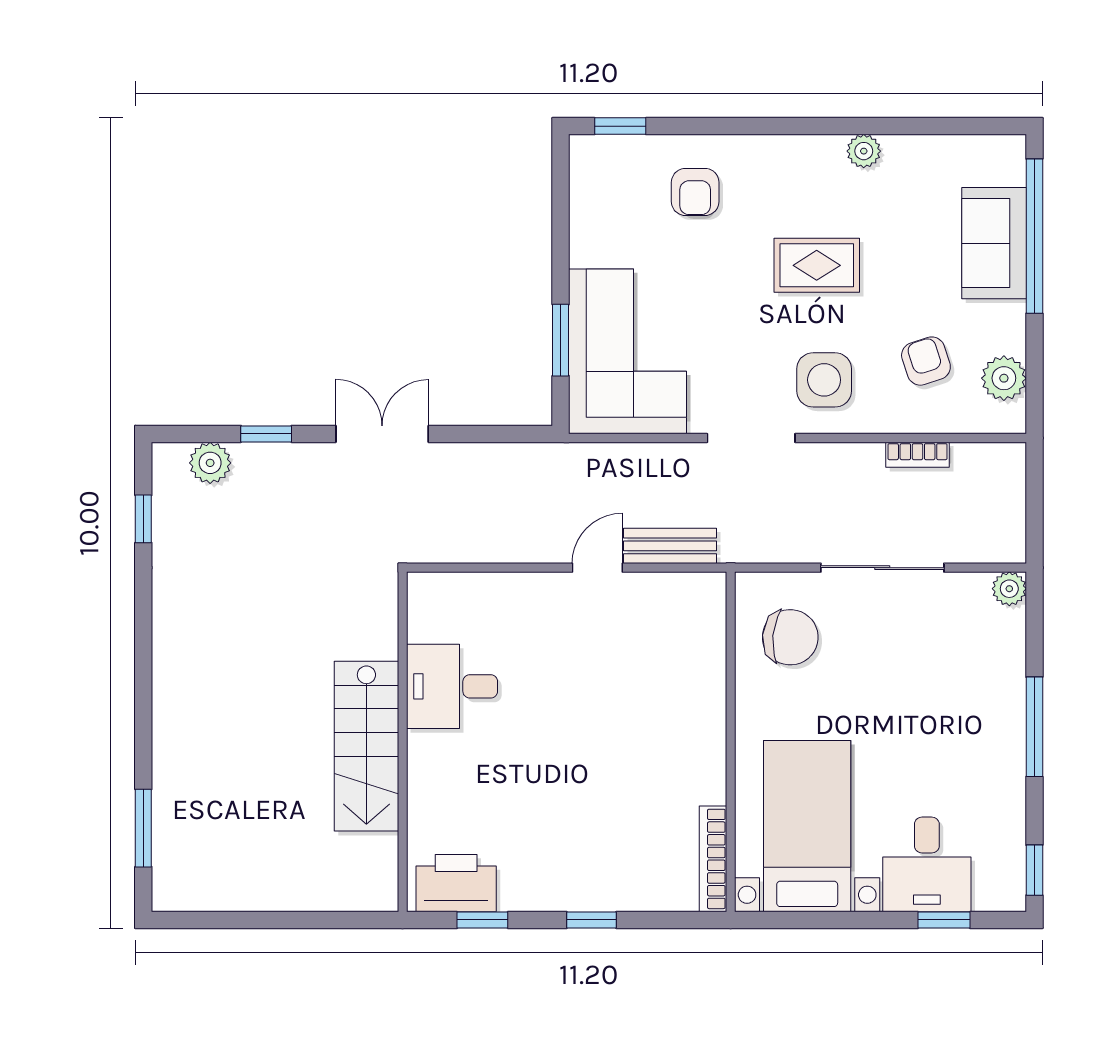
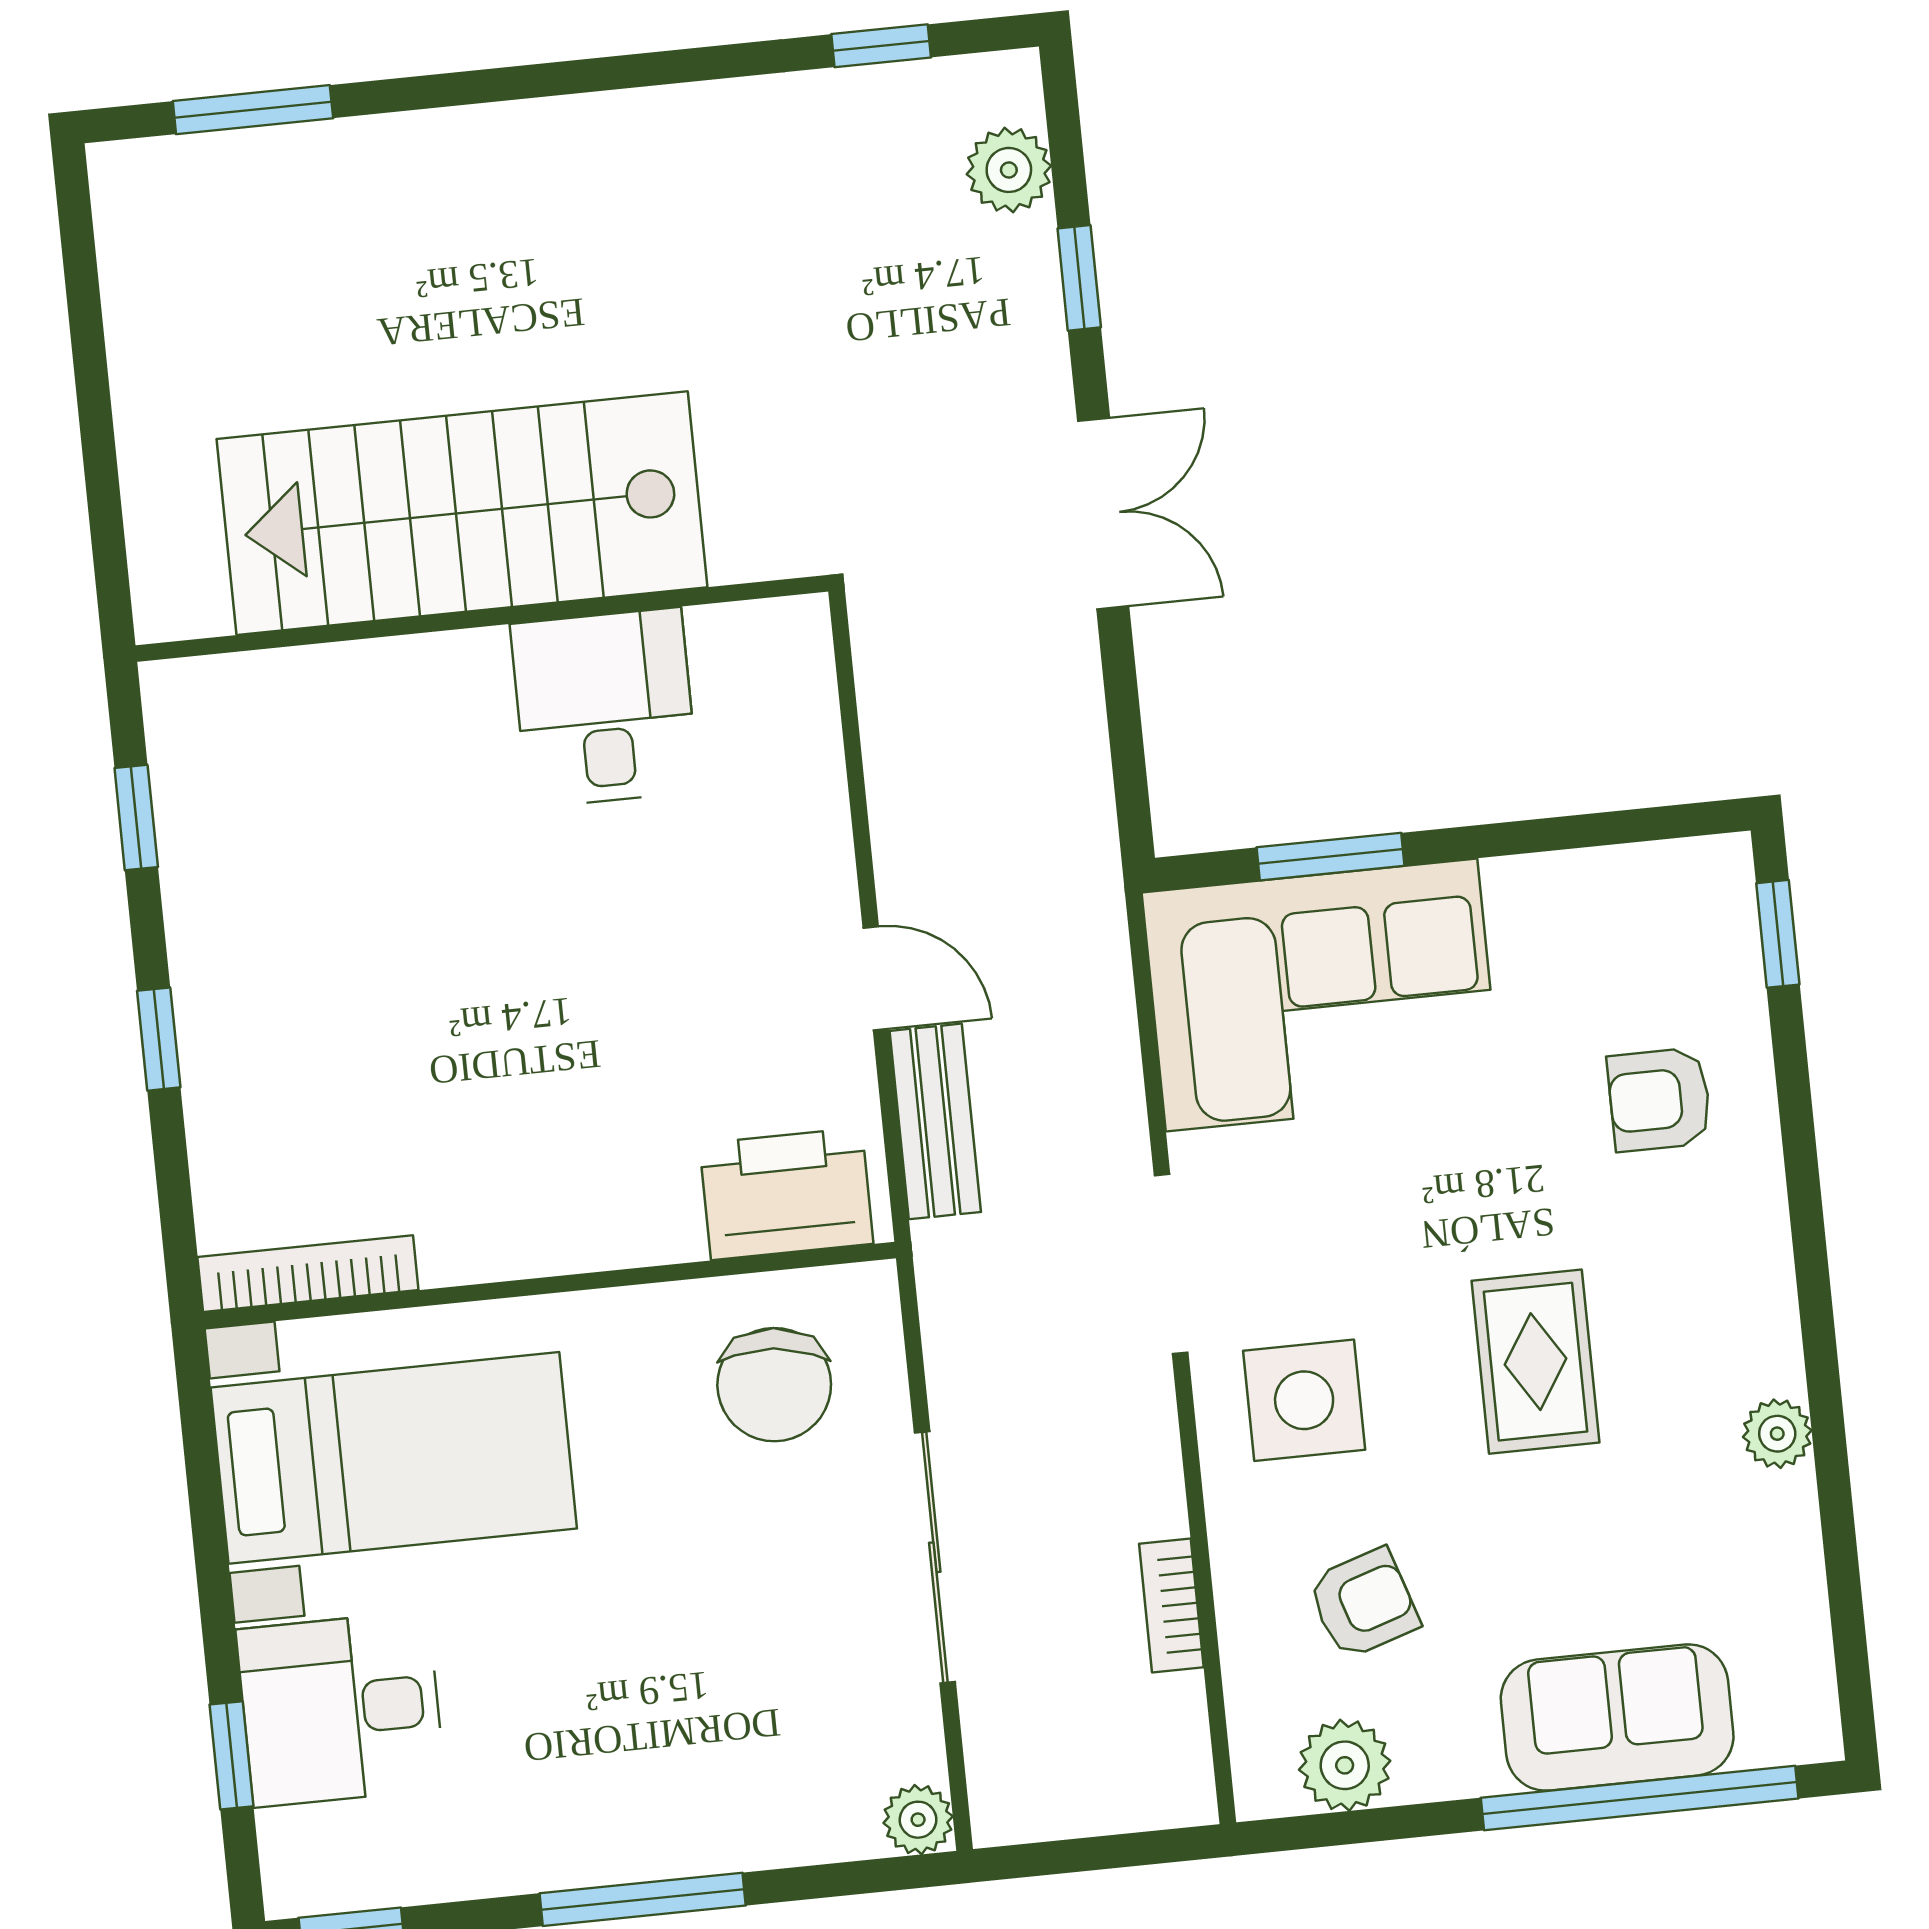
stairs: (366, 746) -> (462, 513), width x1.36, depth x1.51
printer: (456, 883) -> (786, 1194), moved, turned -90

